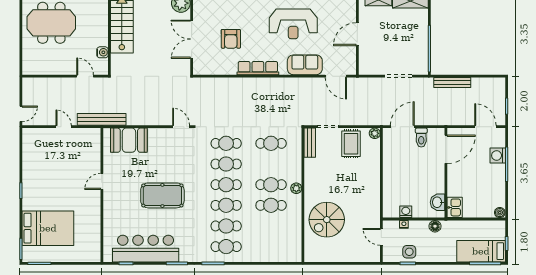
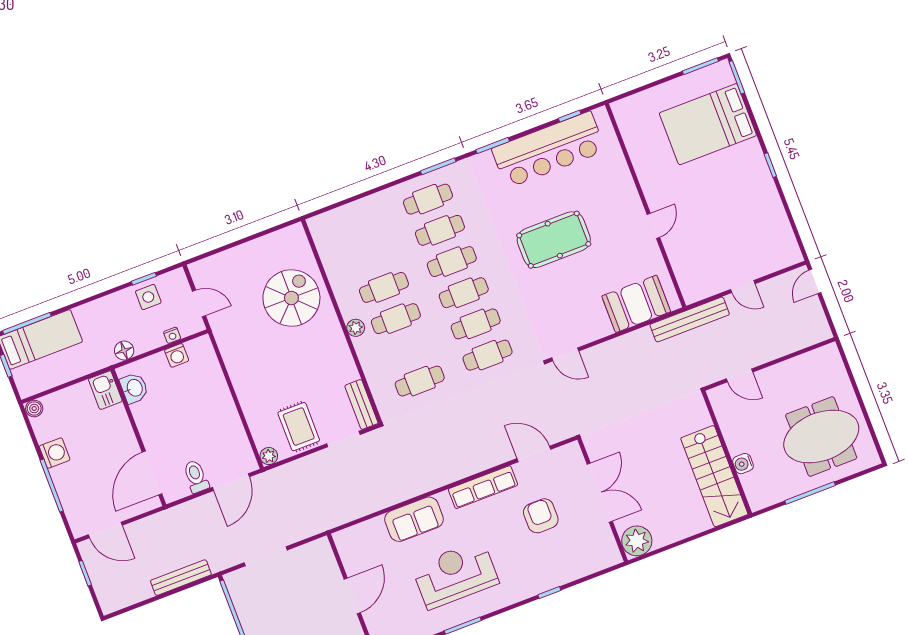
water cooler: (102, 52) -> (743, 464), moved
door: (336, 76) -> (534, 454), moved
washing machine: (498, 155) -> (55, 453), moved

